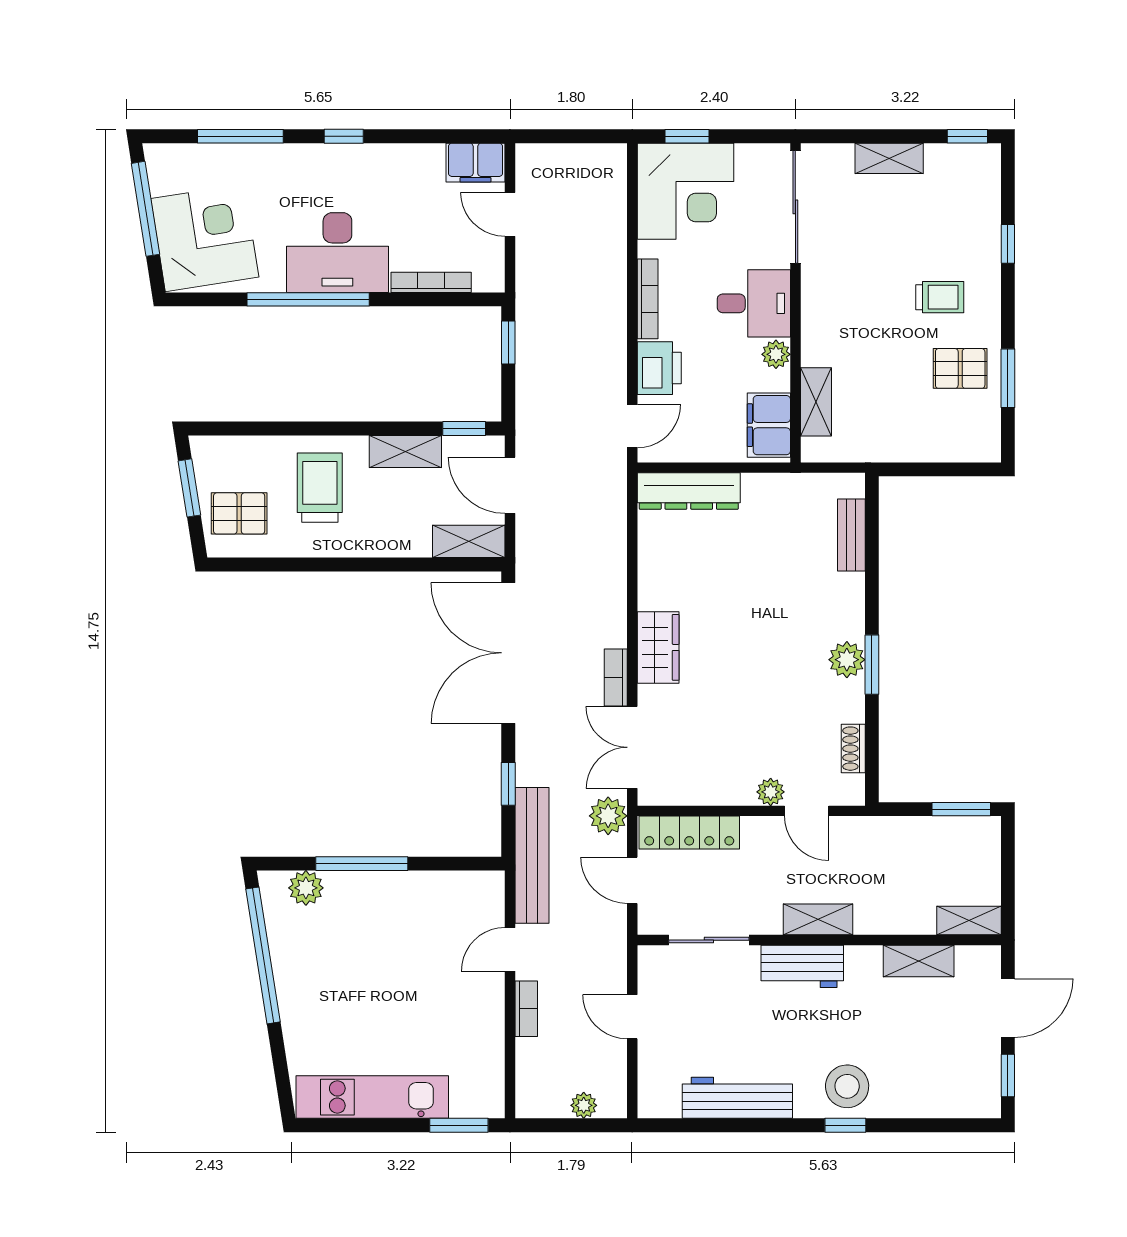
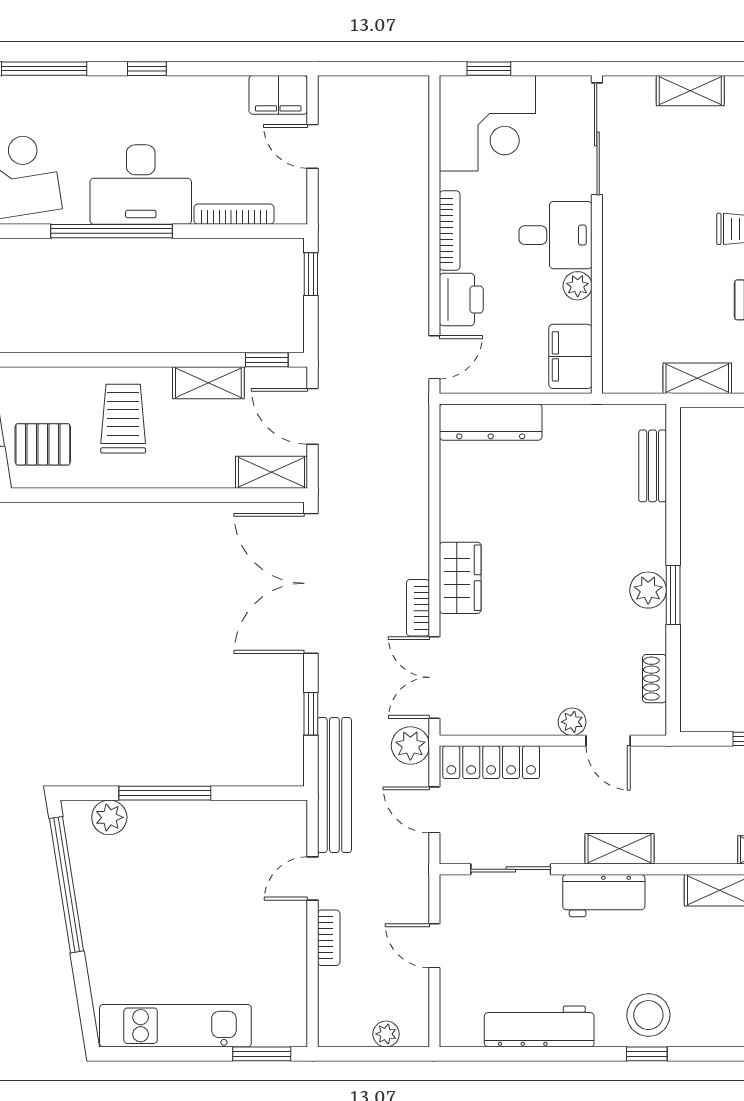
shelving: (816, 402) -> (697, 378), moved, turned 90

